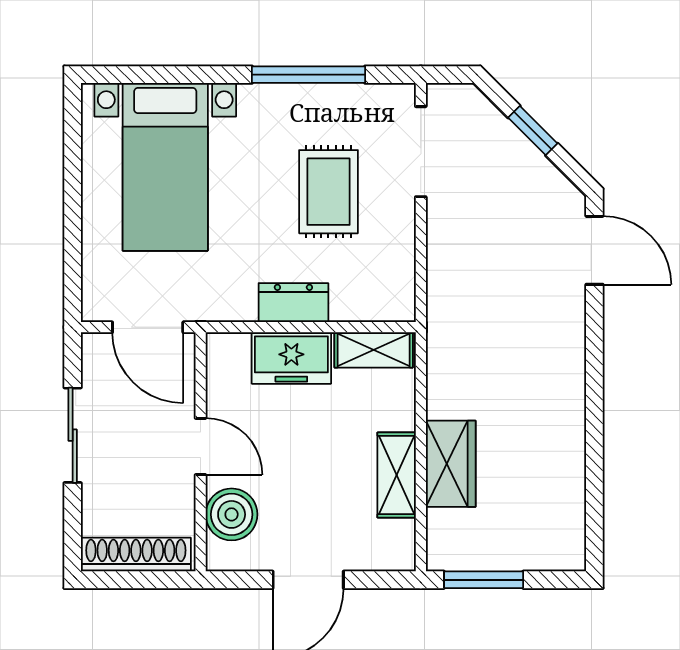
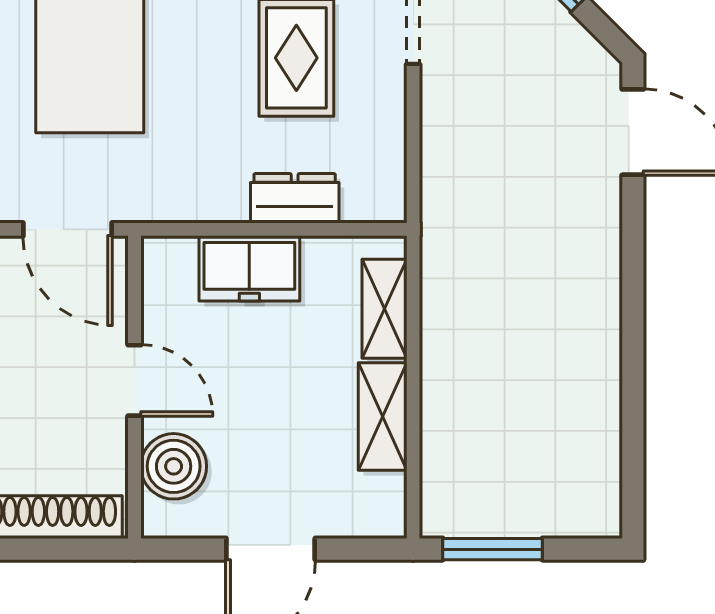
dresser: (293, 303) -> (295, 198), moved
shelving: (374, 350) -> (384, 309), moved, turned 90
wardrobe: (451, 464) -> (451, 402), removed

